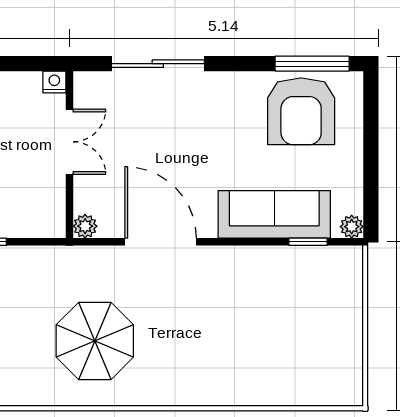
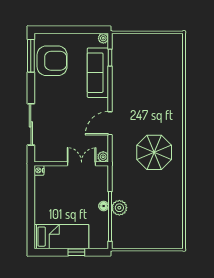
double door: (69, 142) -> (82, 164), moved
door: (161, 242) -> (110, 123), width x0.73

